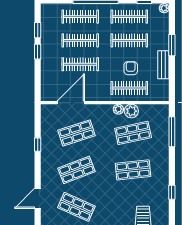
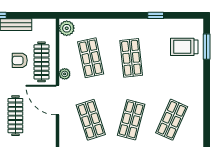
door: (71, 103) -> (57, 100), moved
plant: (131, 111) -> (67, 28), moved
window: (172, 132) -> (89, 15), removed
shop shelf: (76, 170) -> (131, 120), turned 36

